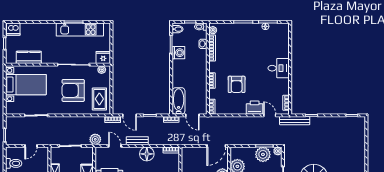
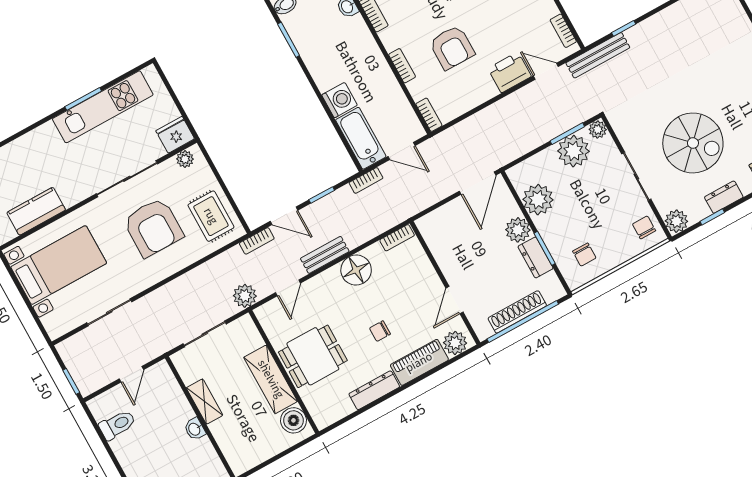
washing machine: (178, 53) -> (340, 100), moved
armchair: (73, 90) -> (153, 227), turned -90
door: (115, 146) -> (288, 288), swing flipped

